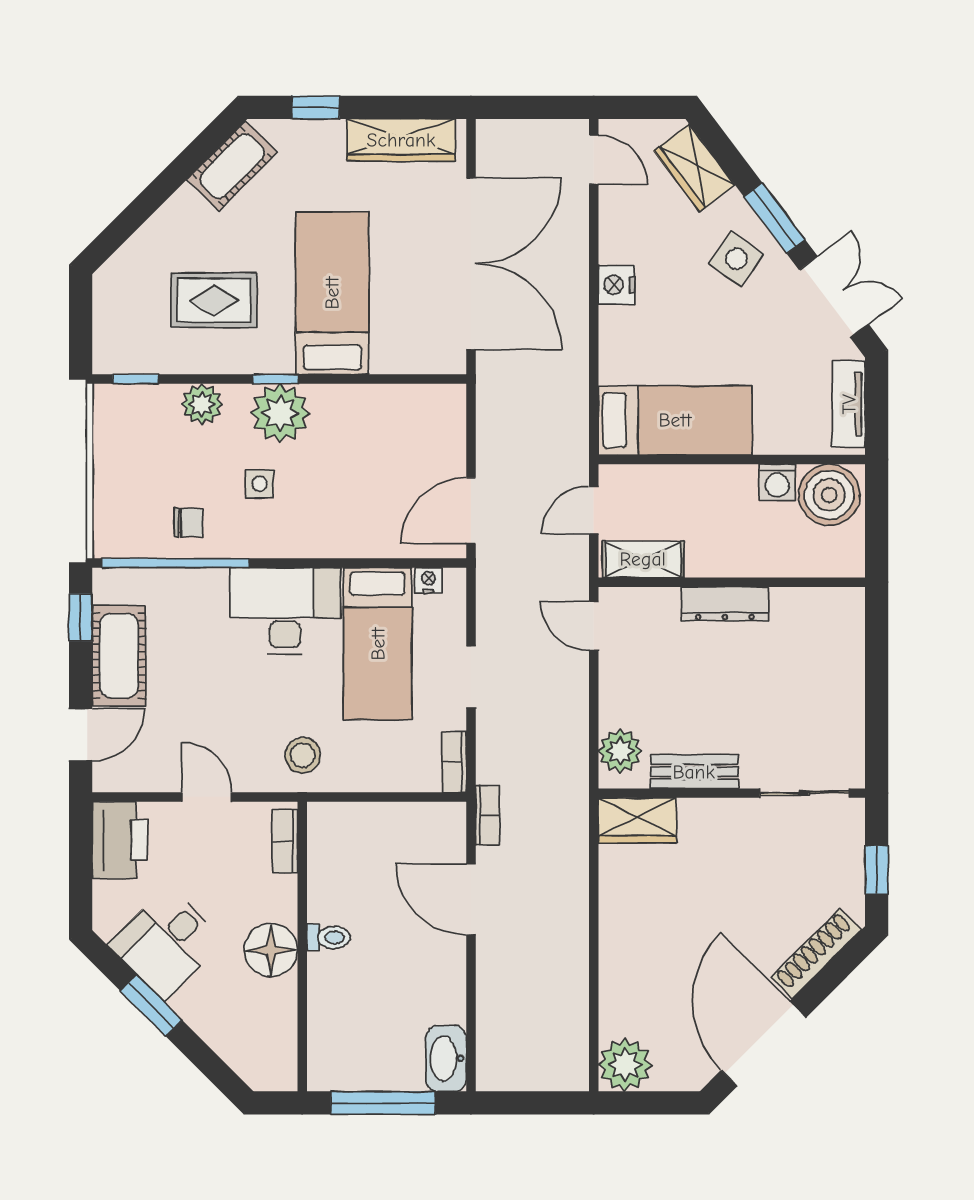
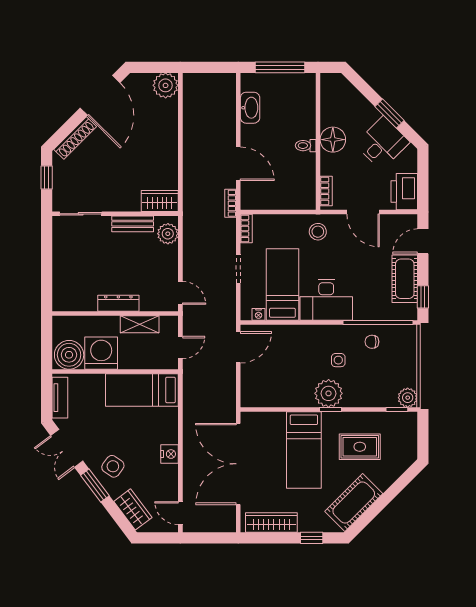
cot: (232, 166) -> (354, 502), width x1.37, depth x1.34
plant: (202, 404) -> (408, 398), moved
washing machine: (777, 482) -> (101, 353), width x1.89, depth x1.89
shelving: (643, 559) -> (140, 324), moved
door: (207, 797) -> (363, 212), width x1.38
washbasin: (446, 1058) -> (250, 108), moved

